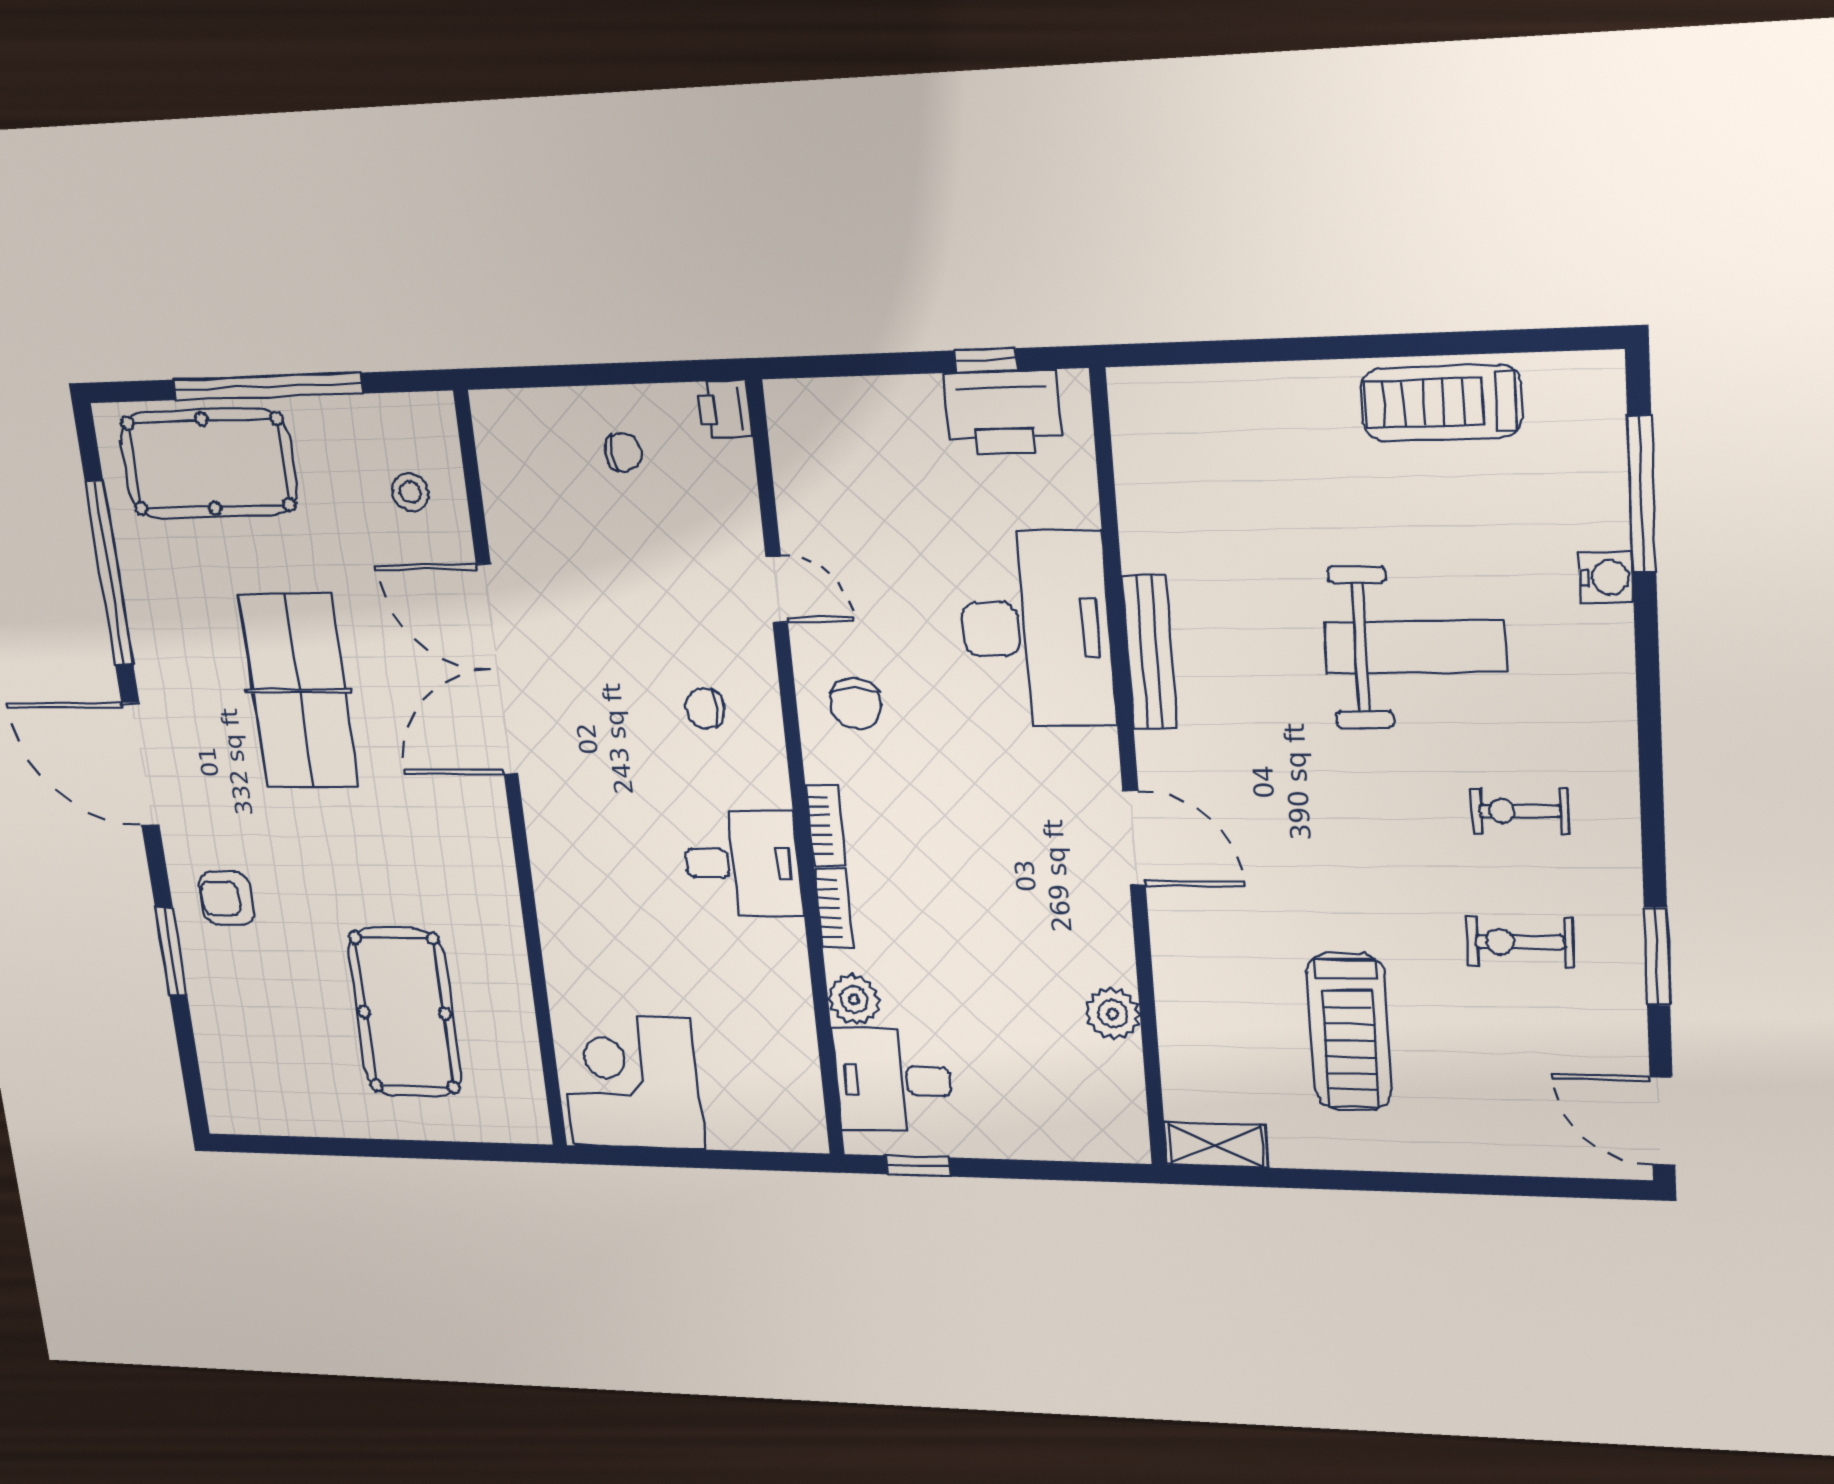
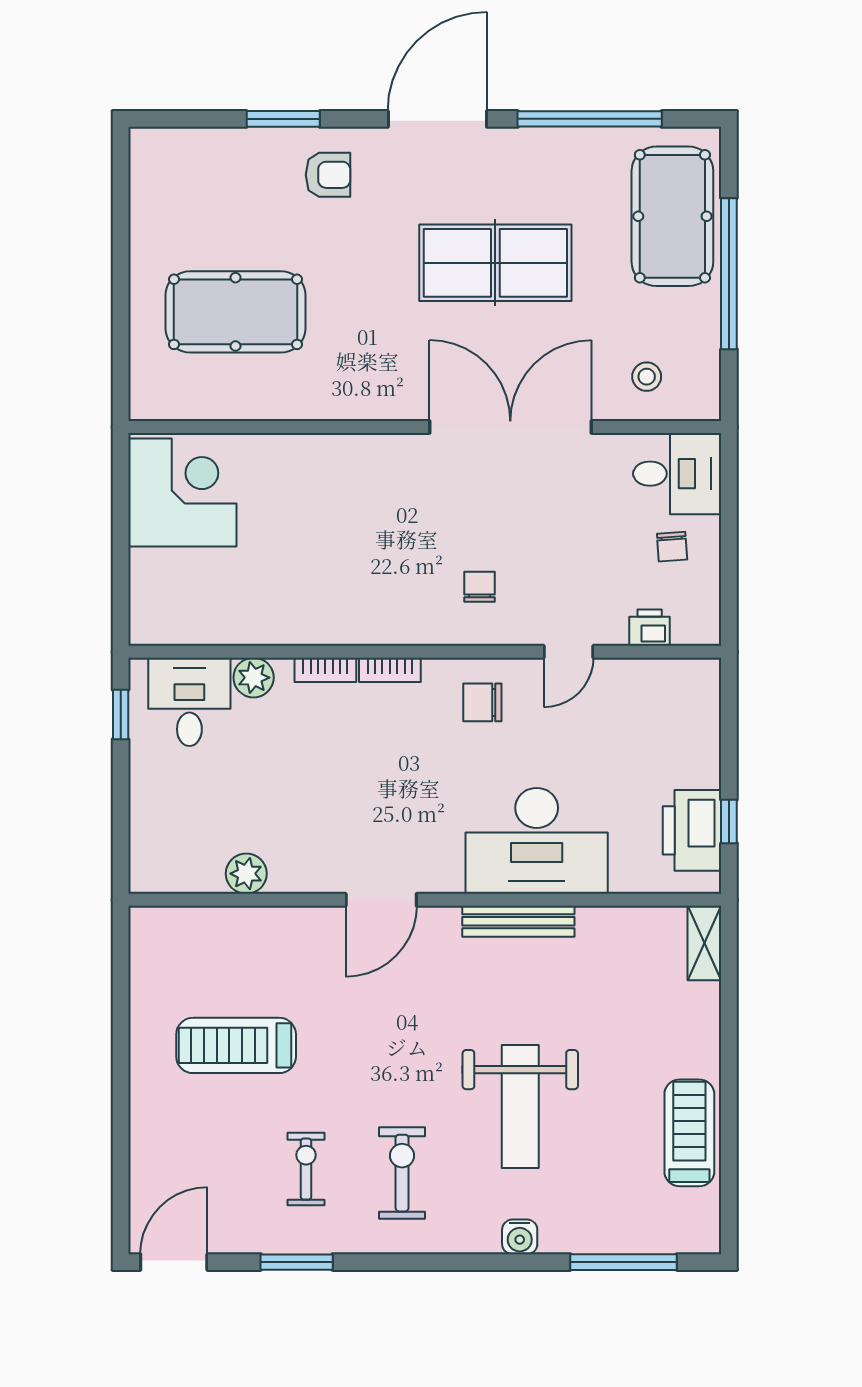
printer: (725, 409) -> (650, 628), moved
water cooler: (1606, 577) -> (520, 1237), moved
exercise bike: (1520, 811) -> (402, 1173), width x1.38, depth x1.39
desk: (742, 864) -> (677, 474), moved, turned -90
armchair: (227, 898) -> (328, 175), turned 90
shelving: (1216, 1145) -> (704, 943), moved

